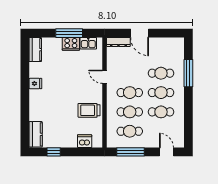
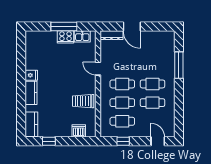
kitchen counter: (35, 50) -> (31, 93), moved
cafe table: (161, 73) -> (152, 65), removed
window: (131, 152) -> (123, 141), width x0.46

